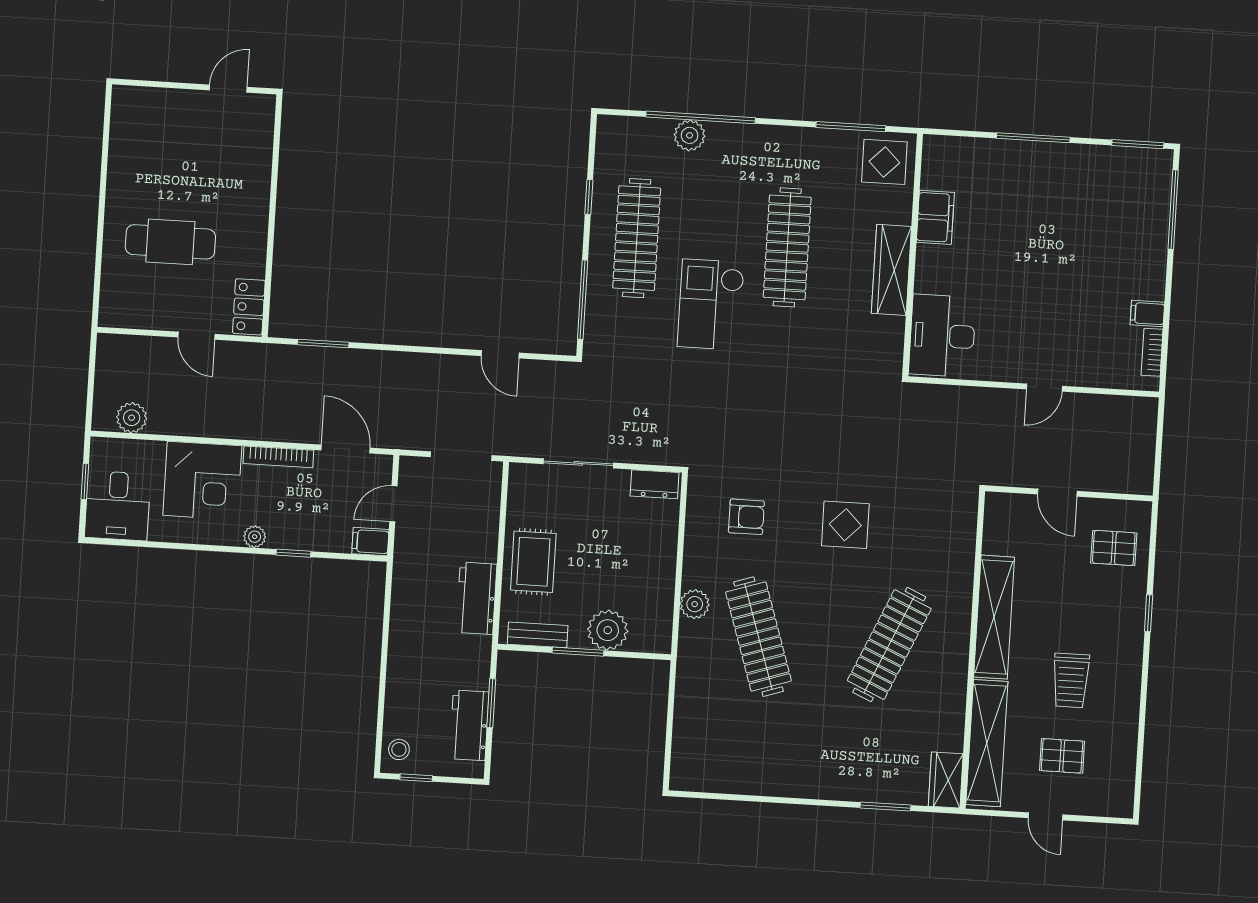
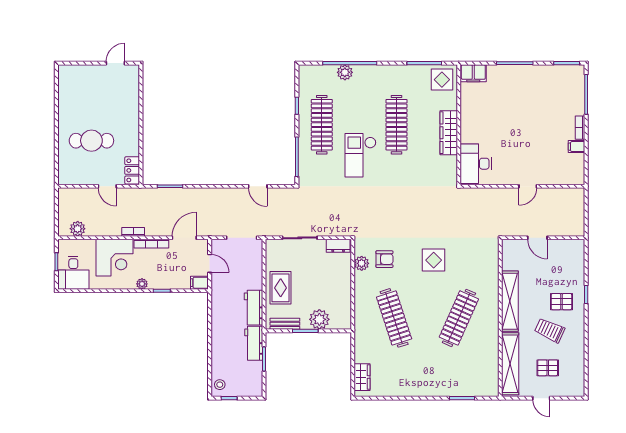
filing cabinet: (935, 217) -> (473, 73), moved, turned 90
bookcase: (1152, 352) -> (580, 128), moved
bookcase: (243, 431) -> (133, 232), added
door: (346, 449) -> (184, 238), hinge flipped
door: (393, 504) -> (210, 263), swing flipped
pallet: (1114, 548) -> (561, 302), moved
plant: (695, 604) -> (362, 263), moved
trolley: (1071, 680) -> (550, 330), turned 115
workbench: (469, 725) -> (254, 343), moved
wardrobe: (946, 780) -> (362, 377), moved, turned 180

